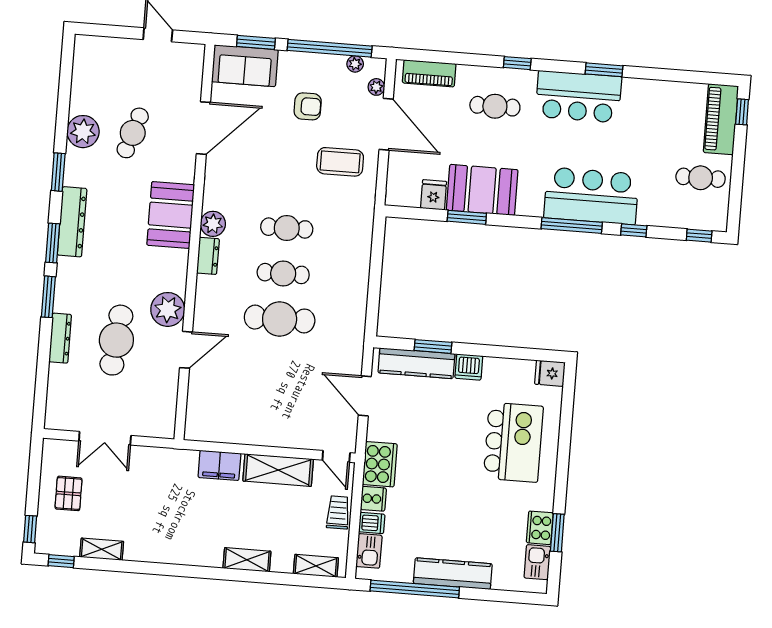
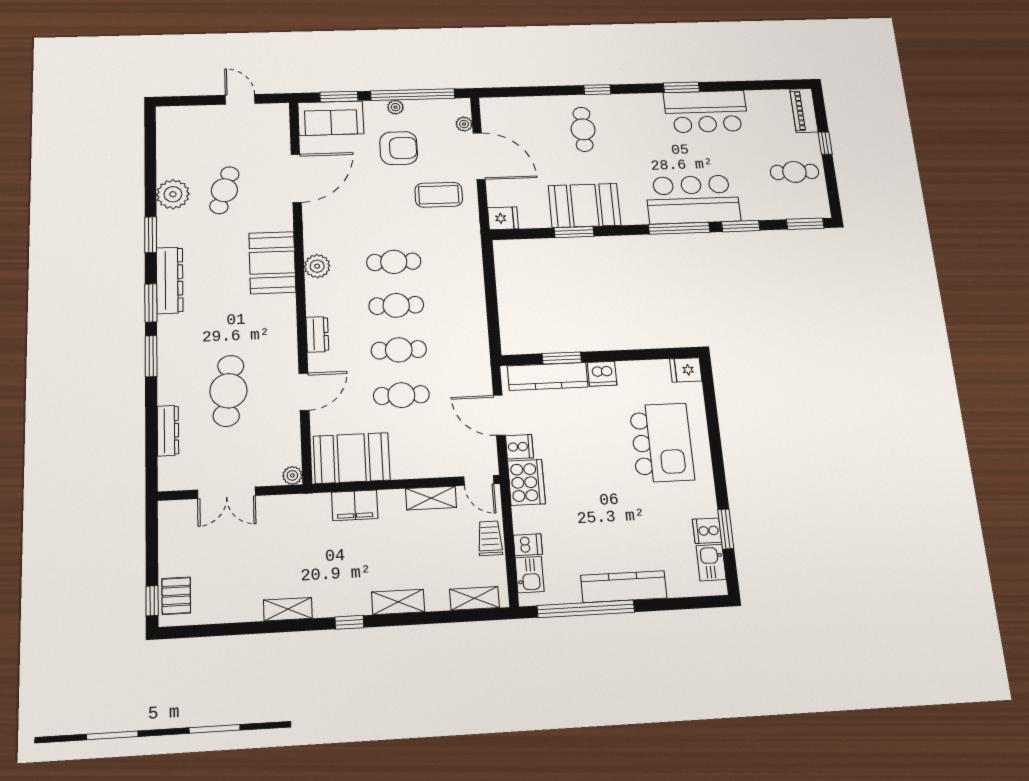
plant: (355, 64) -> (395, 107), moved
piano: (429, 73) -> (514, 107), removed
bar counter: (578, 97) -> (706, 112), moved
armchair: (308, 106) -> (399, 148), width x1.38, depth x1.38
cafe table: (495, 106) -> (583, 129), turned 90
window: (742, 112) -> (825, 143), moved
piano: (721, 119) -> (804, 111), width x0.73, depth x0.75
fridge: (434, 195) -> (503, 218), moved, turned 90
window: (634, 230) -> (741, 226), width x1.50
window: (699, 236) -> (805, 224), width x1.50
dresser: (208, 256) -> (317, 334), moved
plant: (168, 309) -> (292, 475), moved, width x0.53, depth x0.53
cafe table: (280, 319) -> (399, 350), width x0.73, depth x0.74
dresser: (60, 338) -> (168, 431), moved
cafe table: (276, 365) -> (401, 395), added
booth: (222, 420) -> (352, 458), added
shelving: (278, 470) -> (431, 498), width x0.67, depth x0.75
pallet: (69, 493) -> (176, 596), moved
cooker: (373, 499) -> (519, 447), moved
cooker: (540, 528) -> (707, 531), width x0.73
shelving: (102, 549) -> (288, 609), moved
window: (61, 561) -> (349, 622), moved

